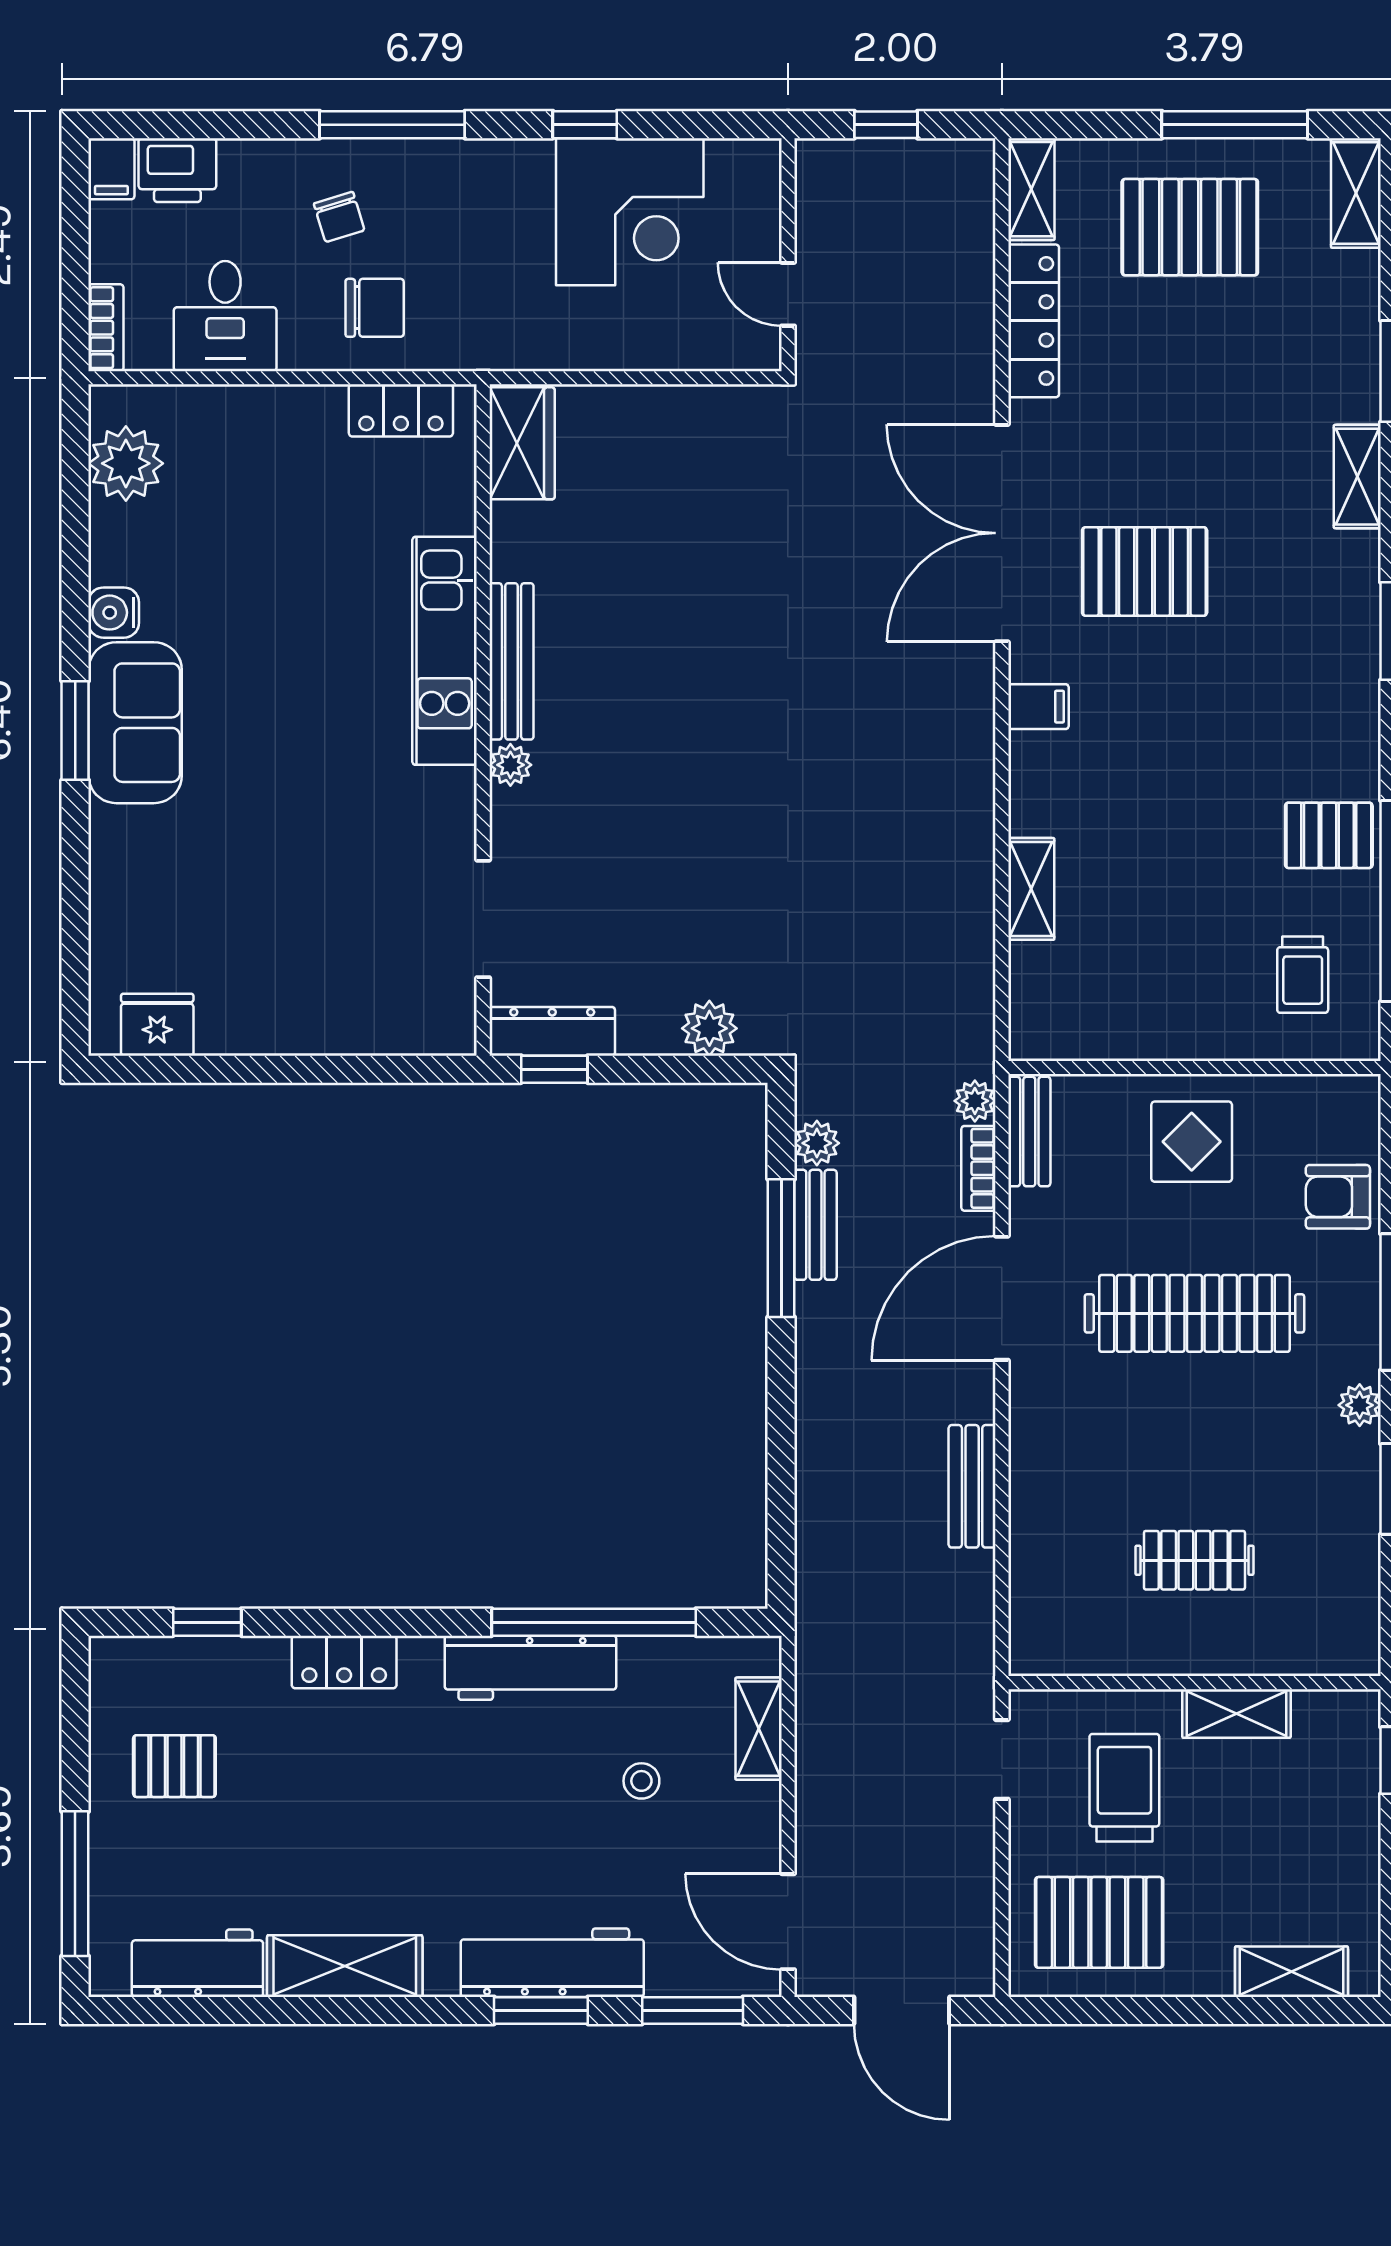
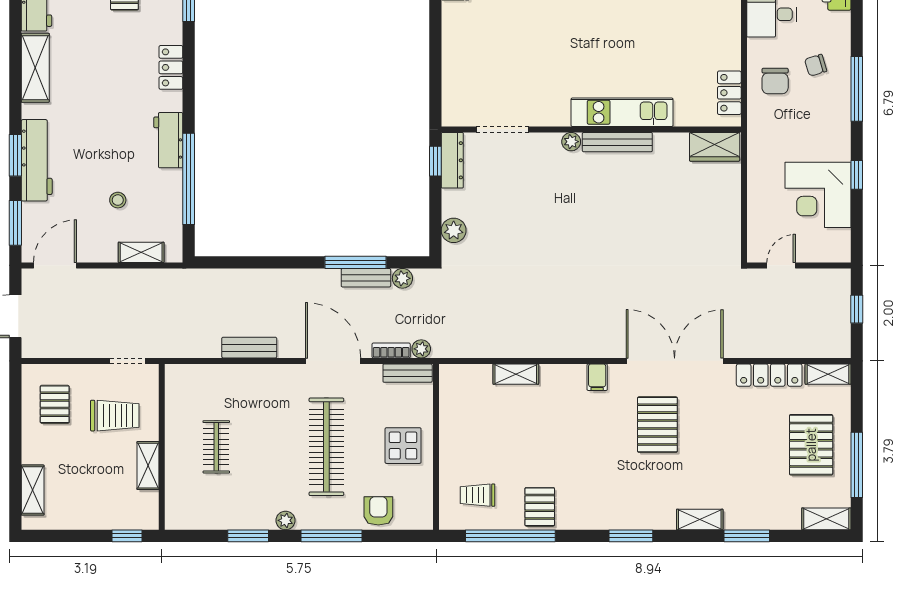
workbench: (530, 1668) -> (168, 140), width x0.73
pallet: (1099, 1922) -> (55, 404), width x0.67, depth x0.71

